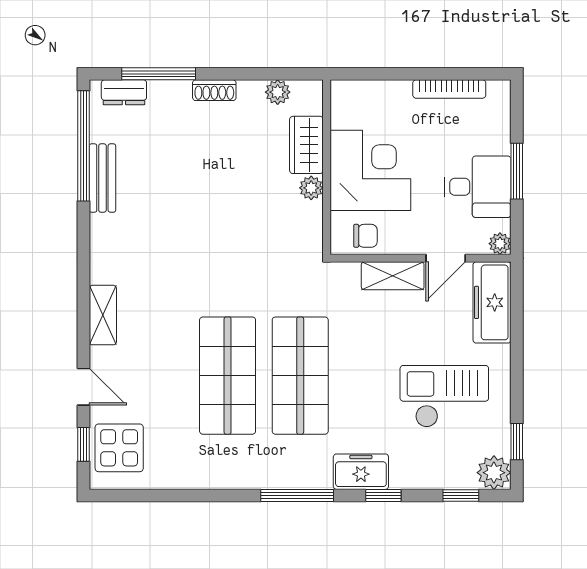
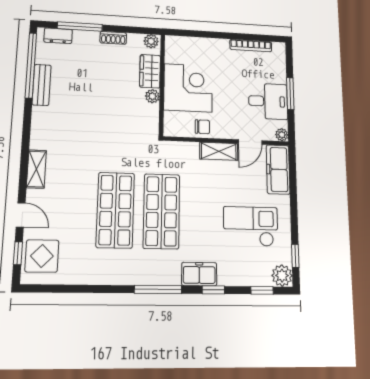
wardrobe: (306, 145) -> (150, 71), moved
wall: (327, 167) -> (162, 85), moved
corner desk: (370, 170) -> (188, 88), moved
plant: (311, 188) -> (152, 96), moved

